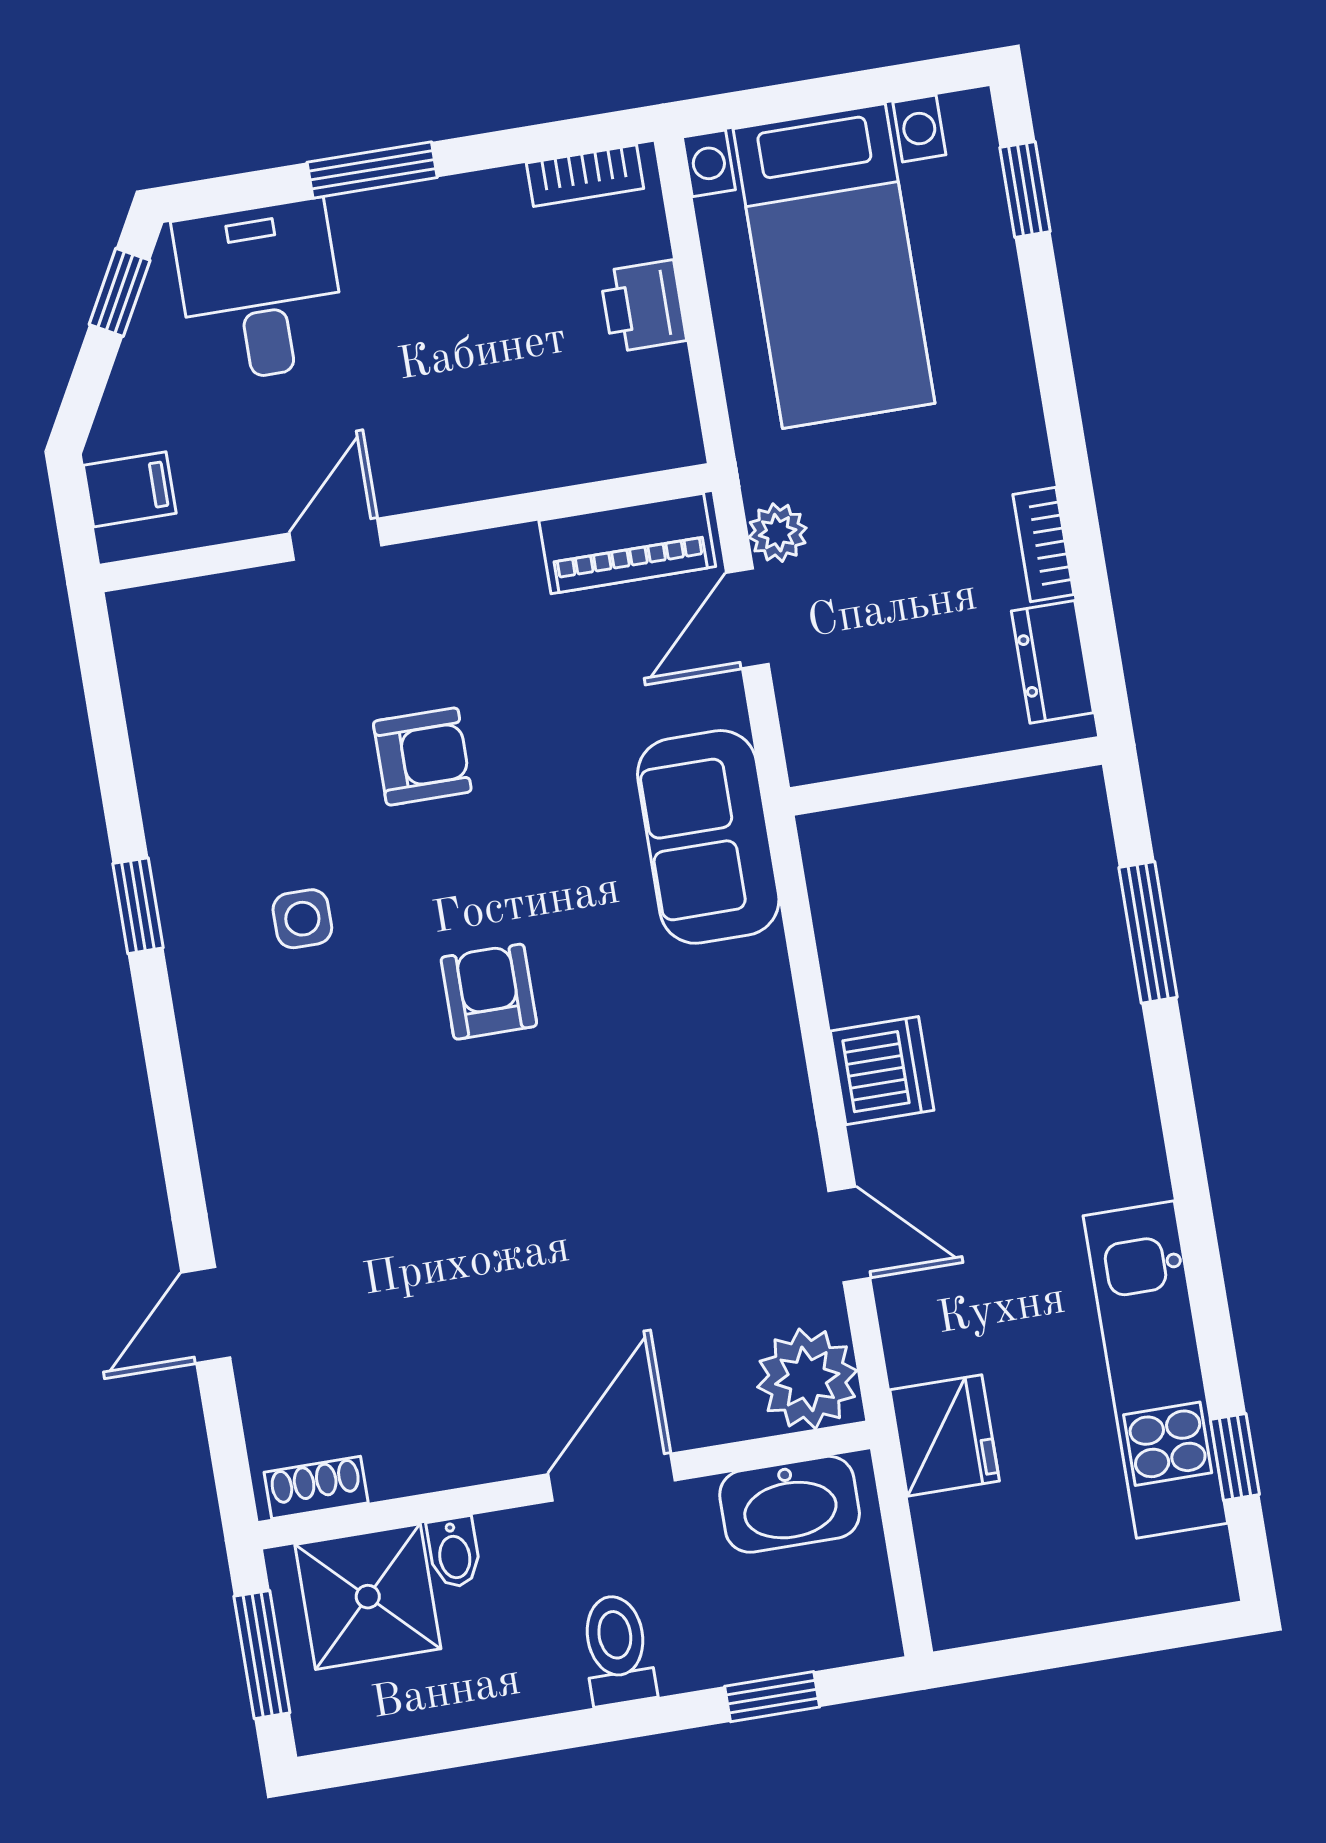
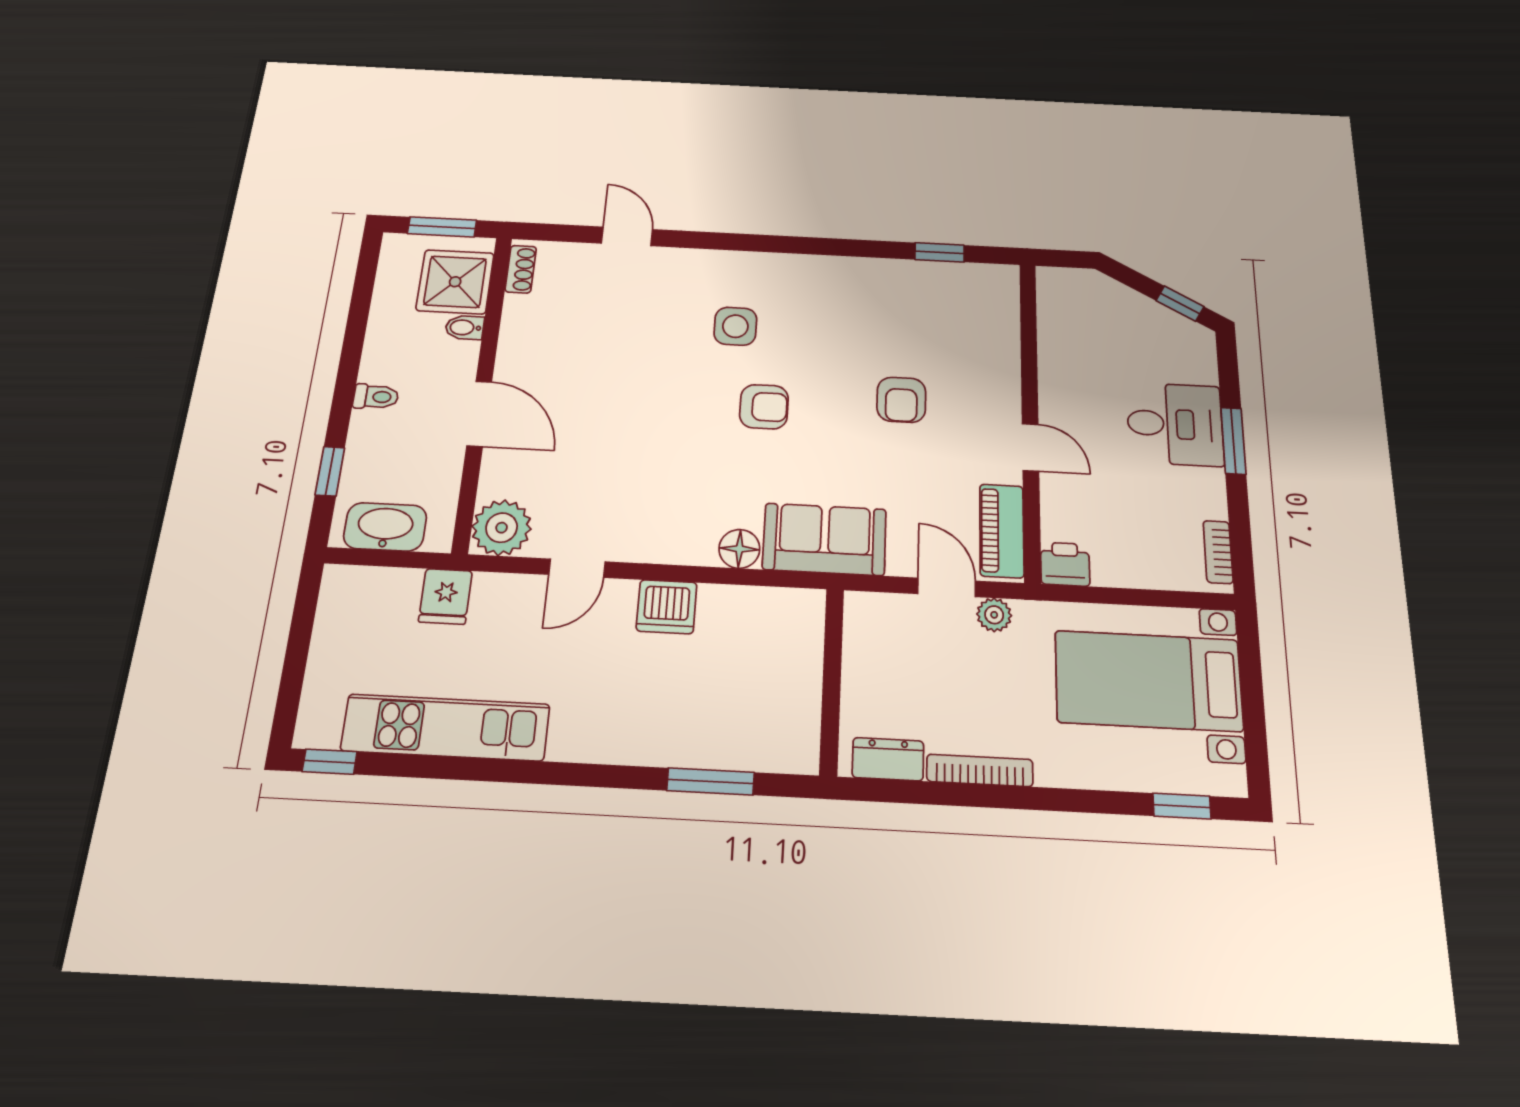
desk: (260, 291) -> (1175, 424), moved
printer: (643, 306) -> (1065, 564), moved
filing cabinet: (130, 489) -> (1073, 287), removed
door: (336, 539) -> (1030, 447), moved
bookcase: (1043, 545) -> (980, 770), width x1.56
window: (138, 906) -> (940, 252), moved
side table: (302, 919) -> (735, 326), moved, width x1.37, depth x1.37
floor lamp: (757, 975) -> (739, 549), added
fridge: (945, 1435) -> (445, 596), width x0.72
window: (1235, 1457) -> (330, 762), moved
washbasin: (790, 1504) -> (385, 527), moved, turned 90
toilet: (617, 1650) -> (376, 397), width x0.73, depth x0.72

